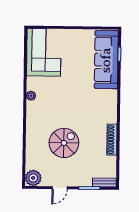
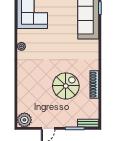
spiral stairs: (64, 143) -> (66, 86), moved

